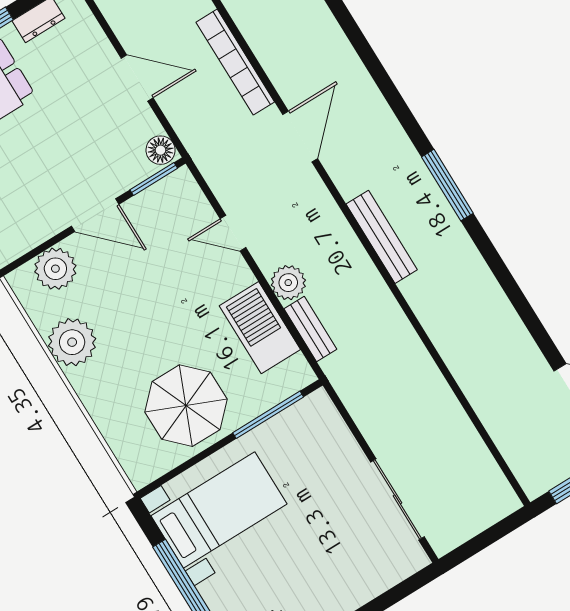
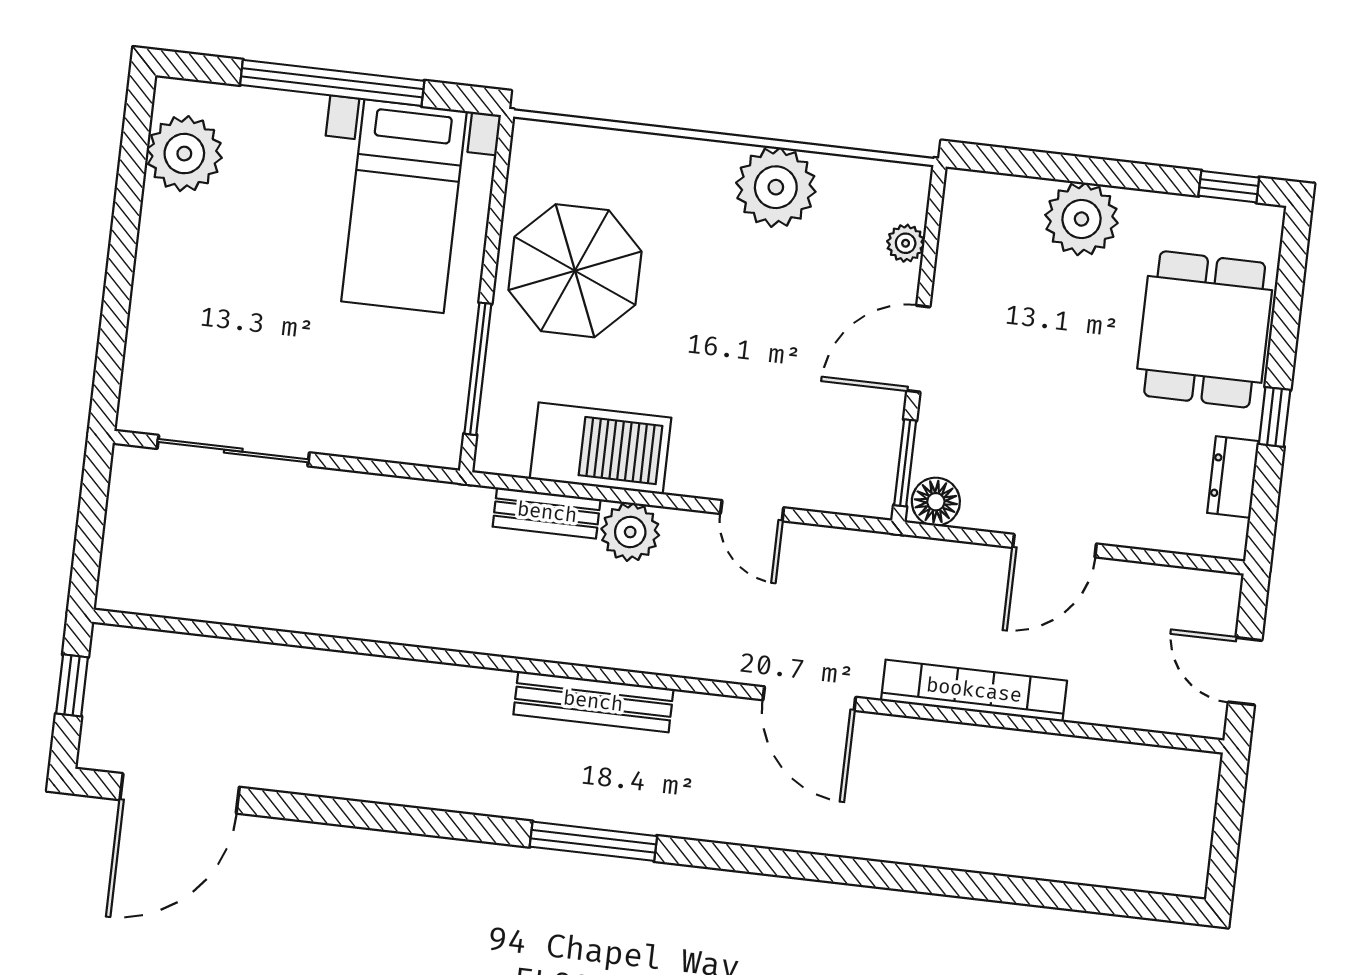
door: (233, 233) -> (752, 511), swing flipped
plant: (55, 269) -> (906, 243), width x0.53, depth x0.53

